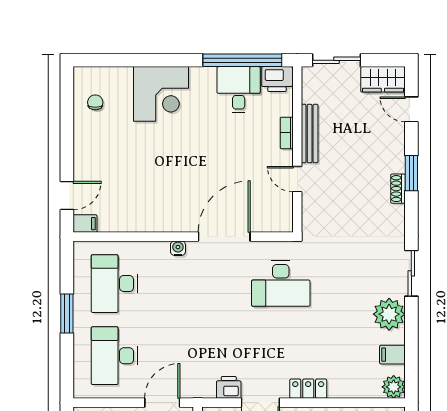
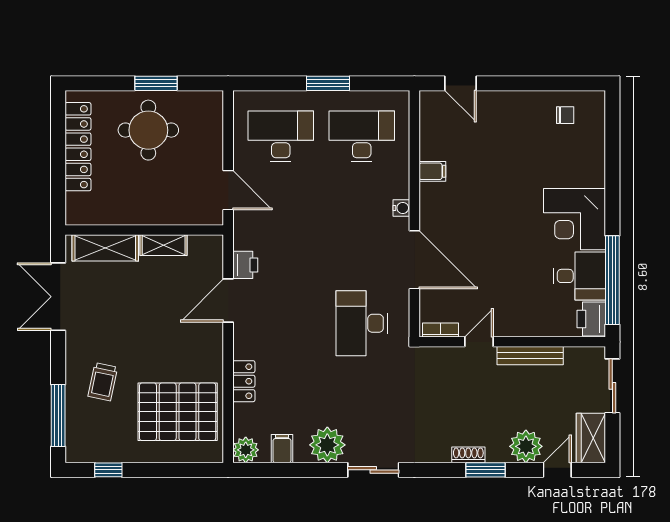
corner desk: (161, 94) -> (574, 219), moved
bookcase: (287, 133) -> (440, 330), moved
plant: (390, 137) -> (526, 446), added
filing cabinet: (85, 224) -> (432, 171), moved, turned -90
locker: (308, 389) -> (244, 381), moved

